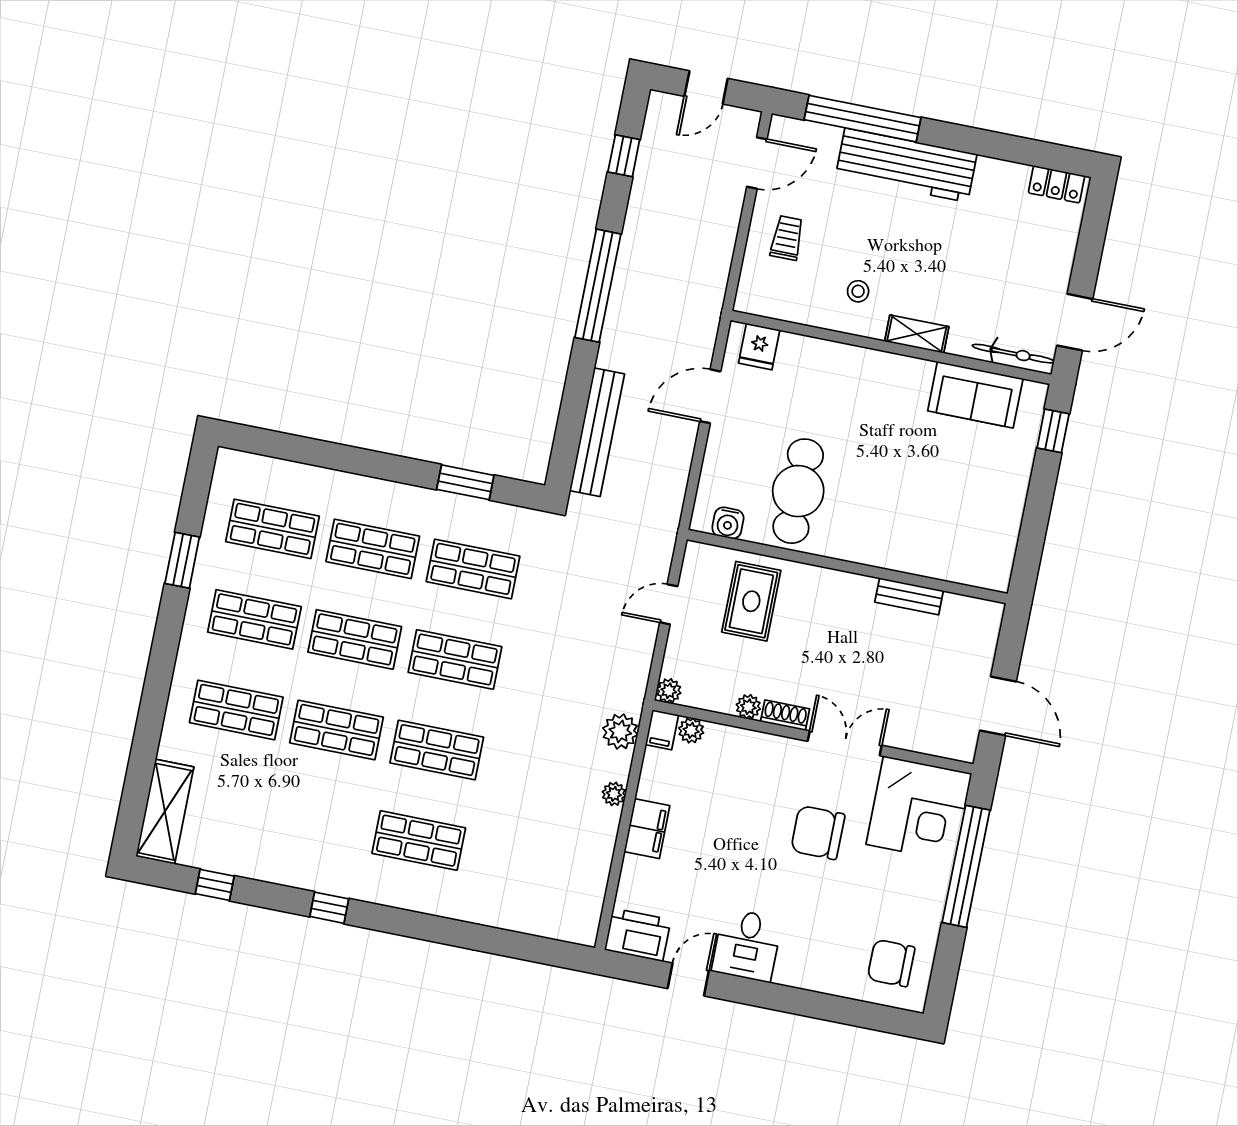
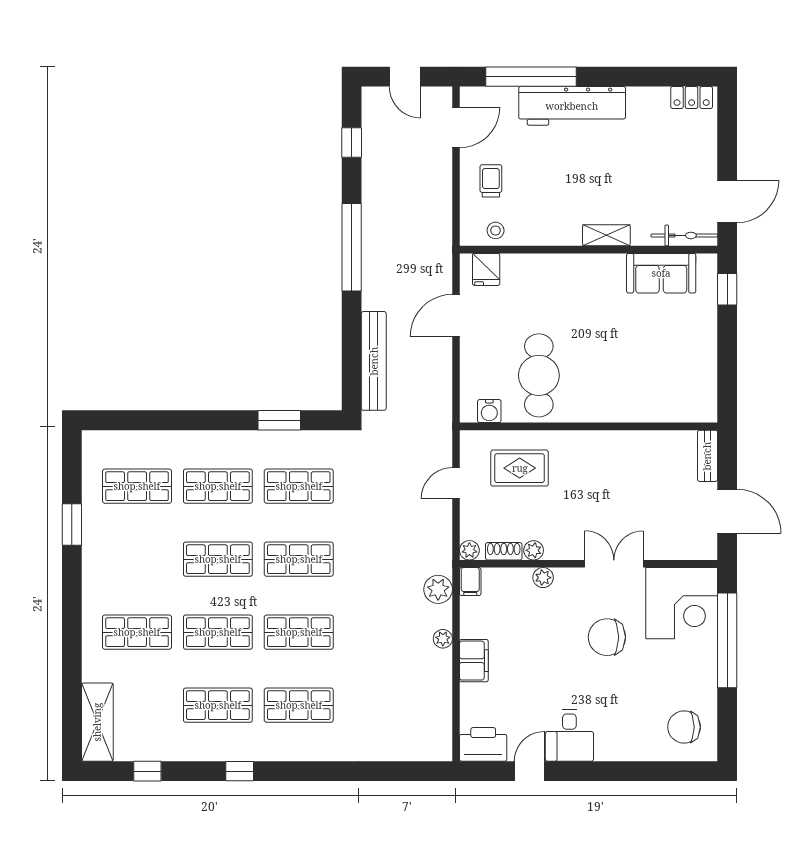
door: (706, 87) -> (405, 77), hinge flipped
stool: (858, 291) -> (496, 230), moved
bench: (909, 596) -> (707, 456), moved, turned 90
rug: (751, 601) -> (520, 468), turned 90
shop shelf: (254, 619) -> (218, 705), moved
shoe rack: (785, 715) -> (504, 551), moved
plant: (691, 730) -> (543, 578), moved

